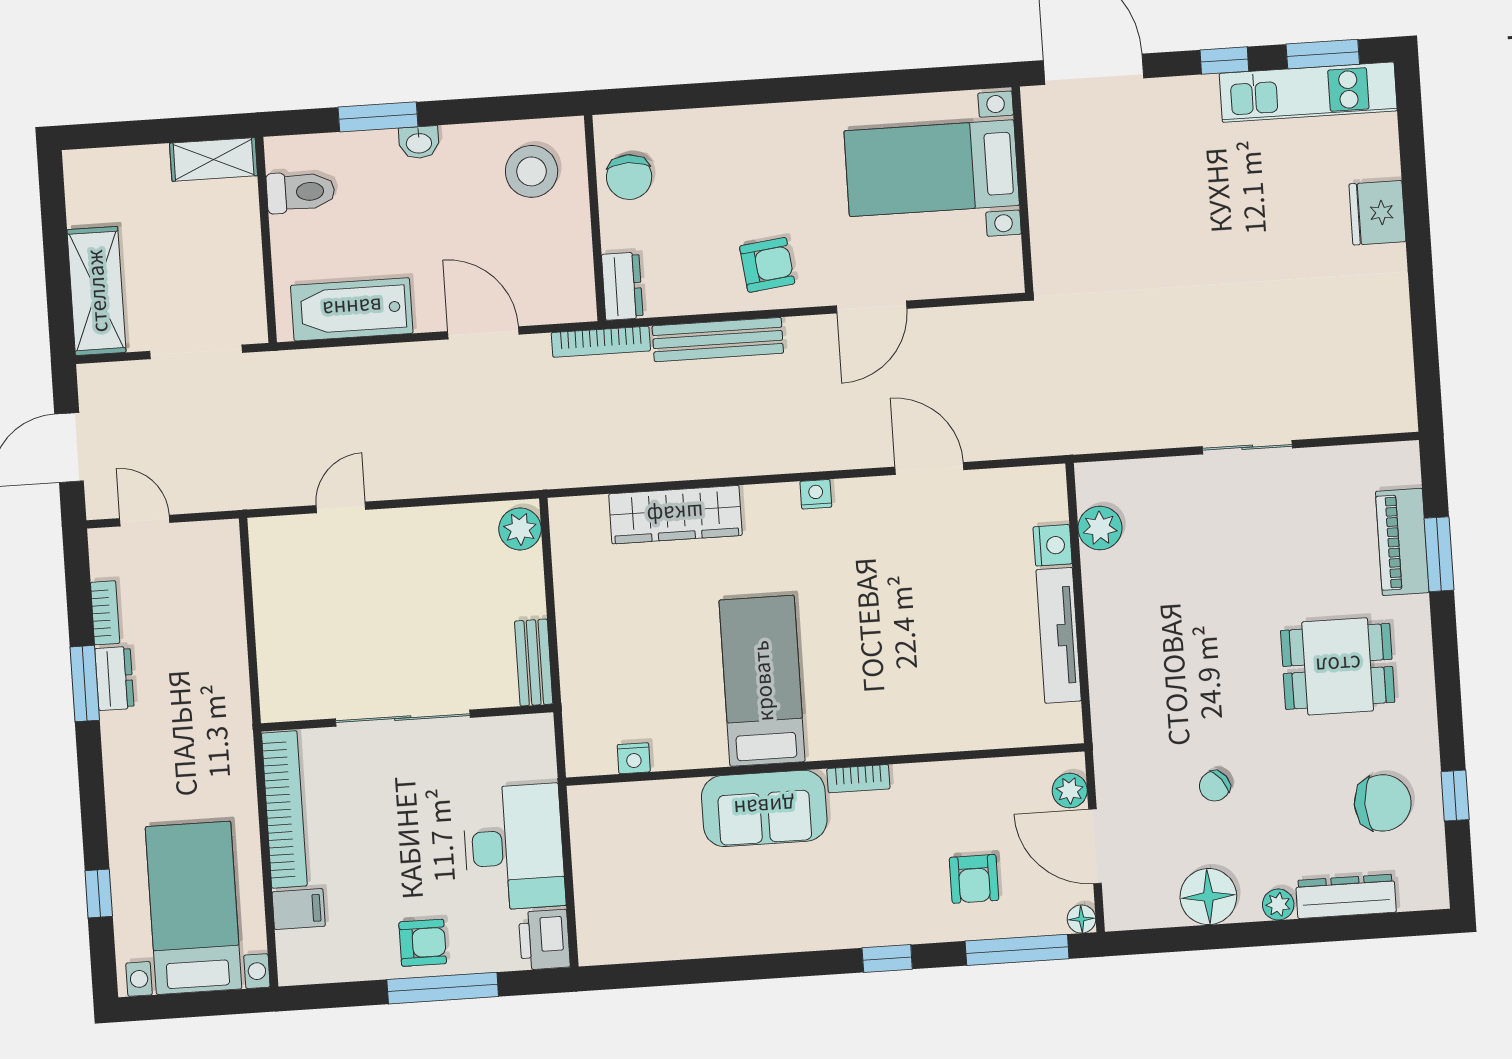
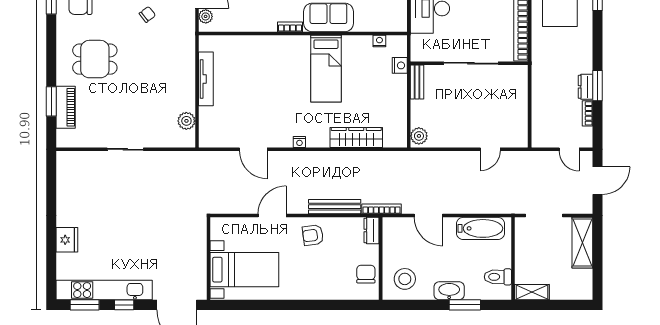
kitchen unit: (1308, 92) -> (104, 290), width x1.36
washbasin: (419, 142) -> (449, 291), width x1.91, depth x1.45
nightstand: (1053, 545) -> (400, 65), moved, turned 180

